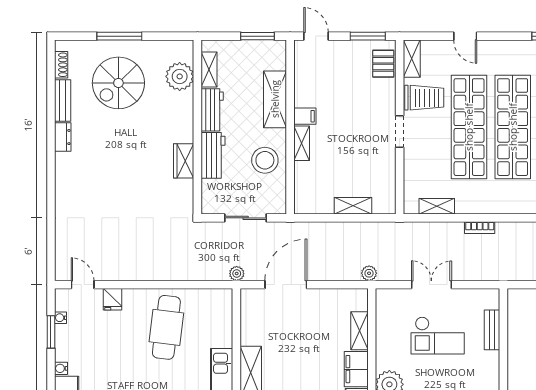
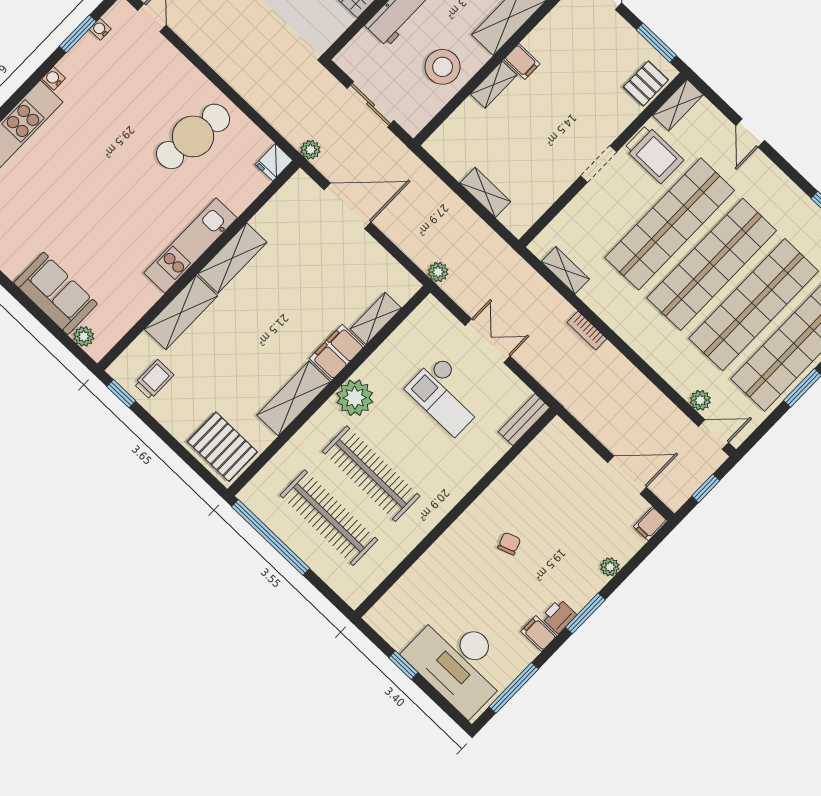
fridge: (113, 299) -> (274, 162), moved
bench: (492, 330) -> (524, 420), moved

